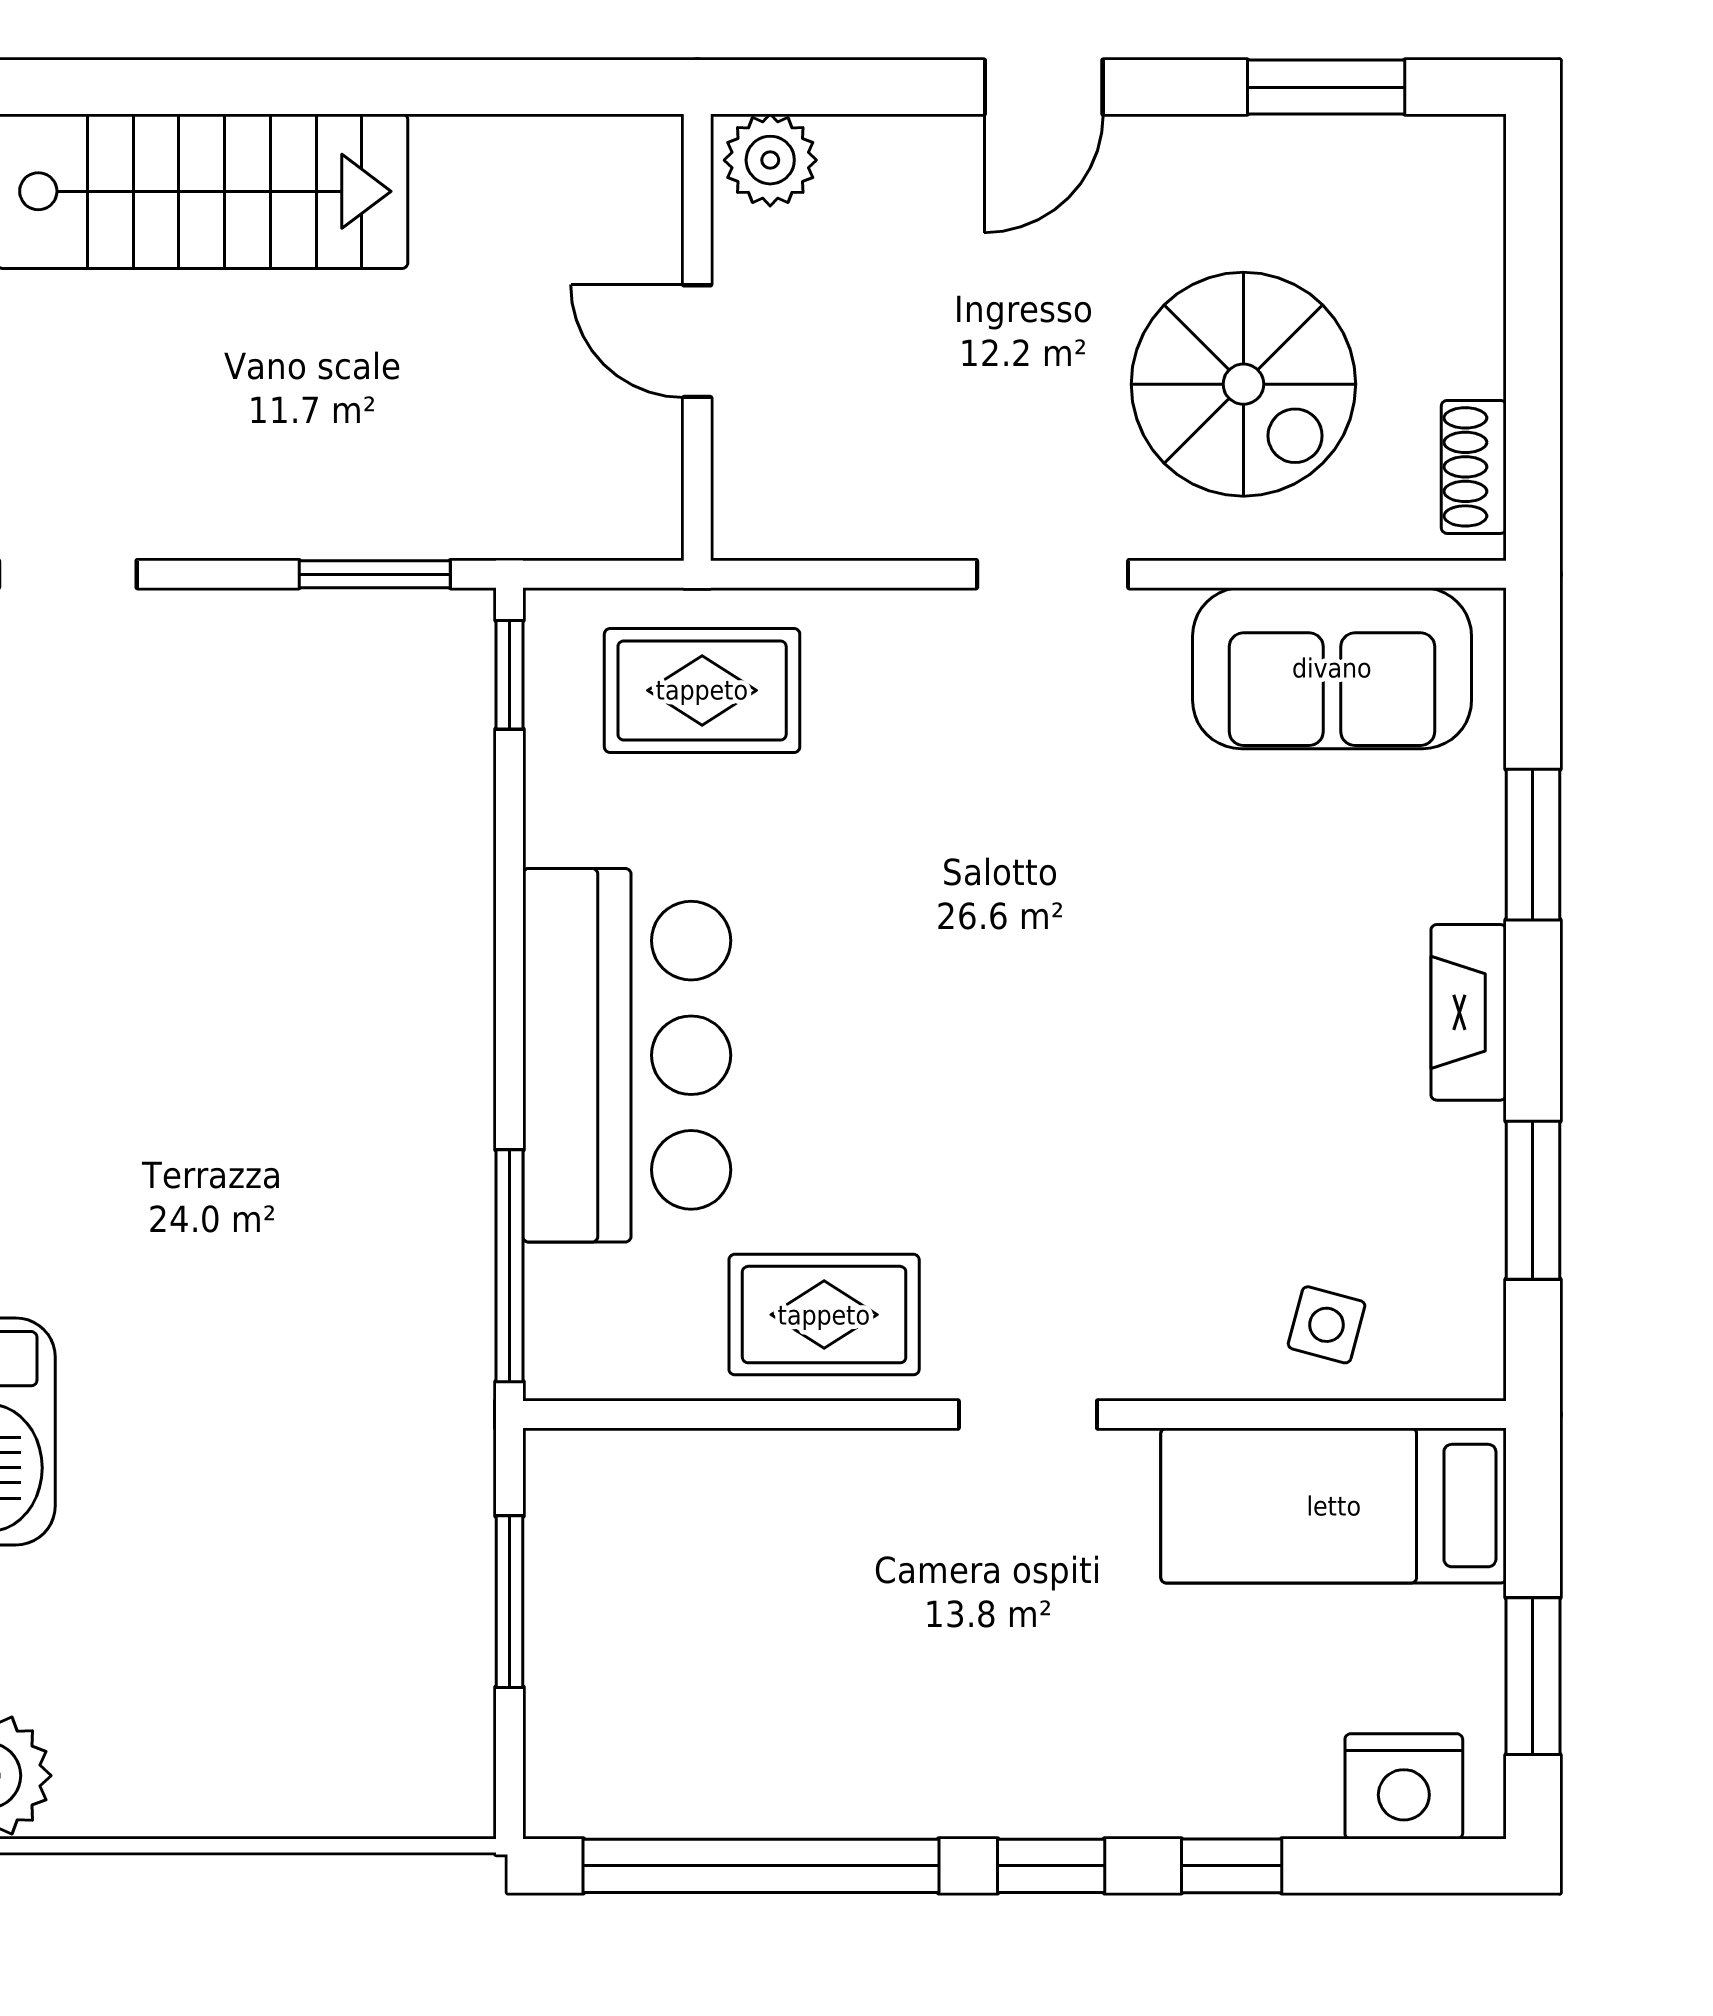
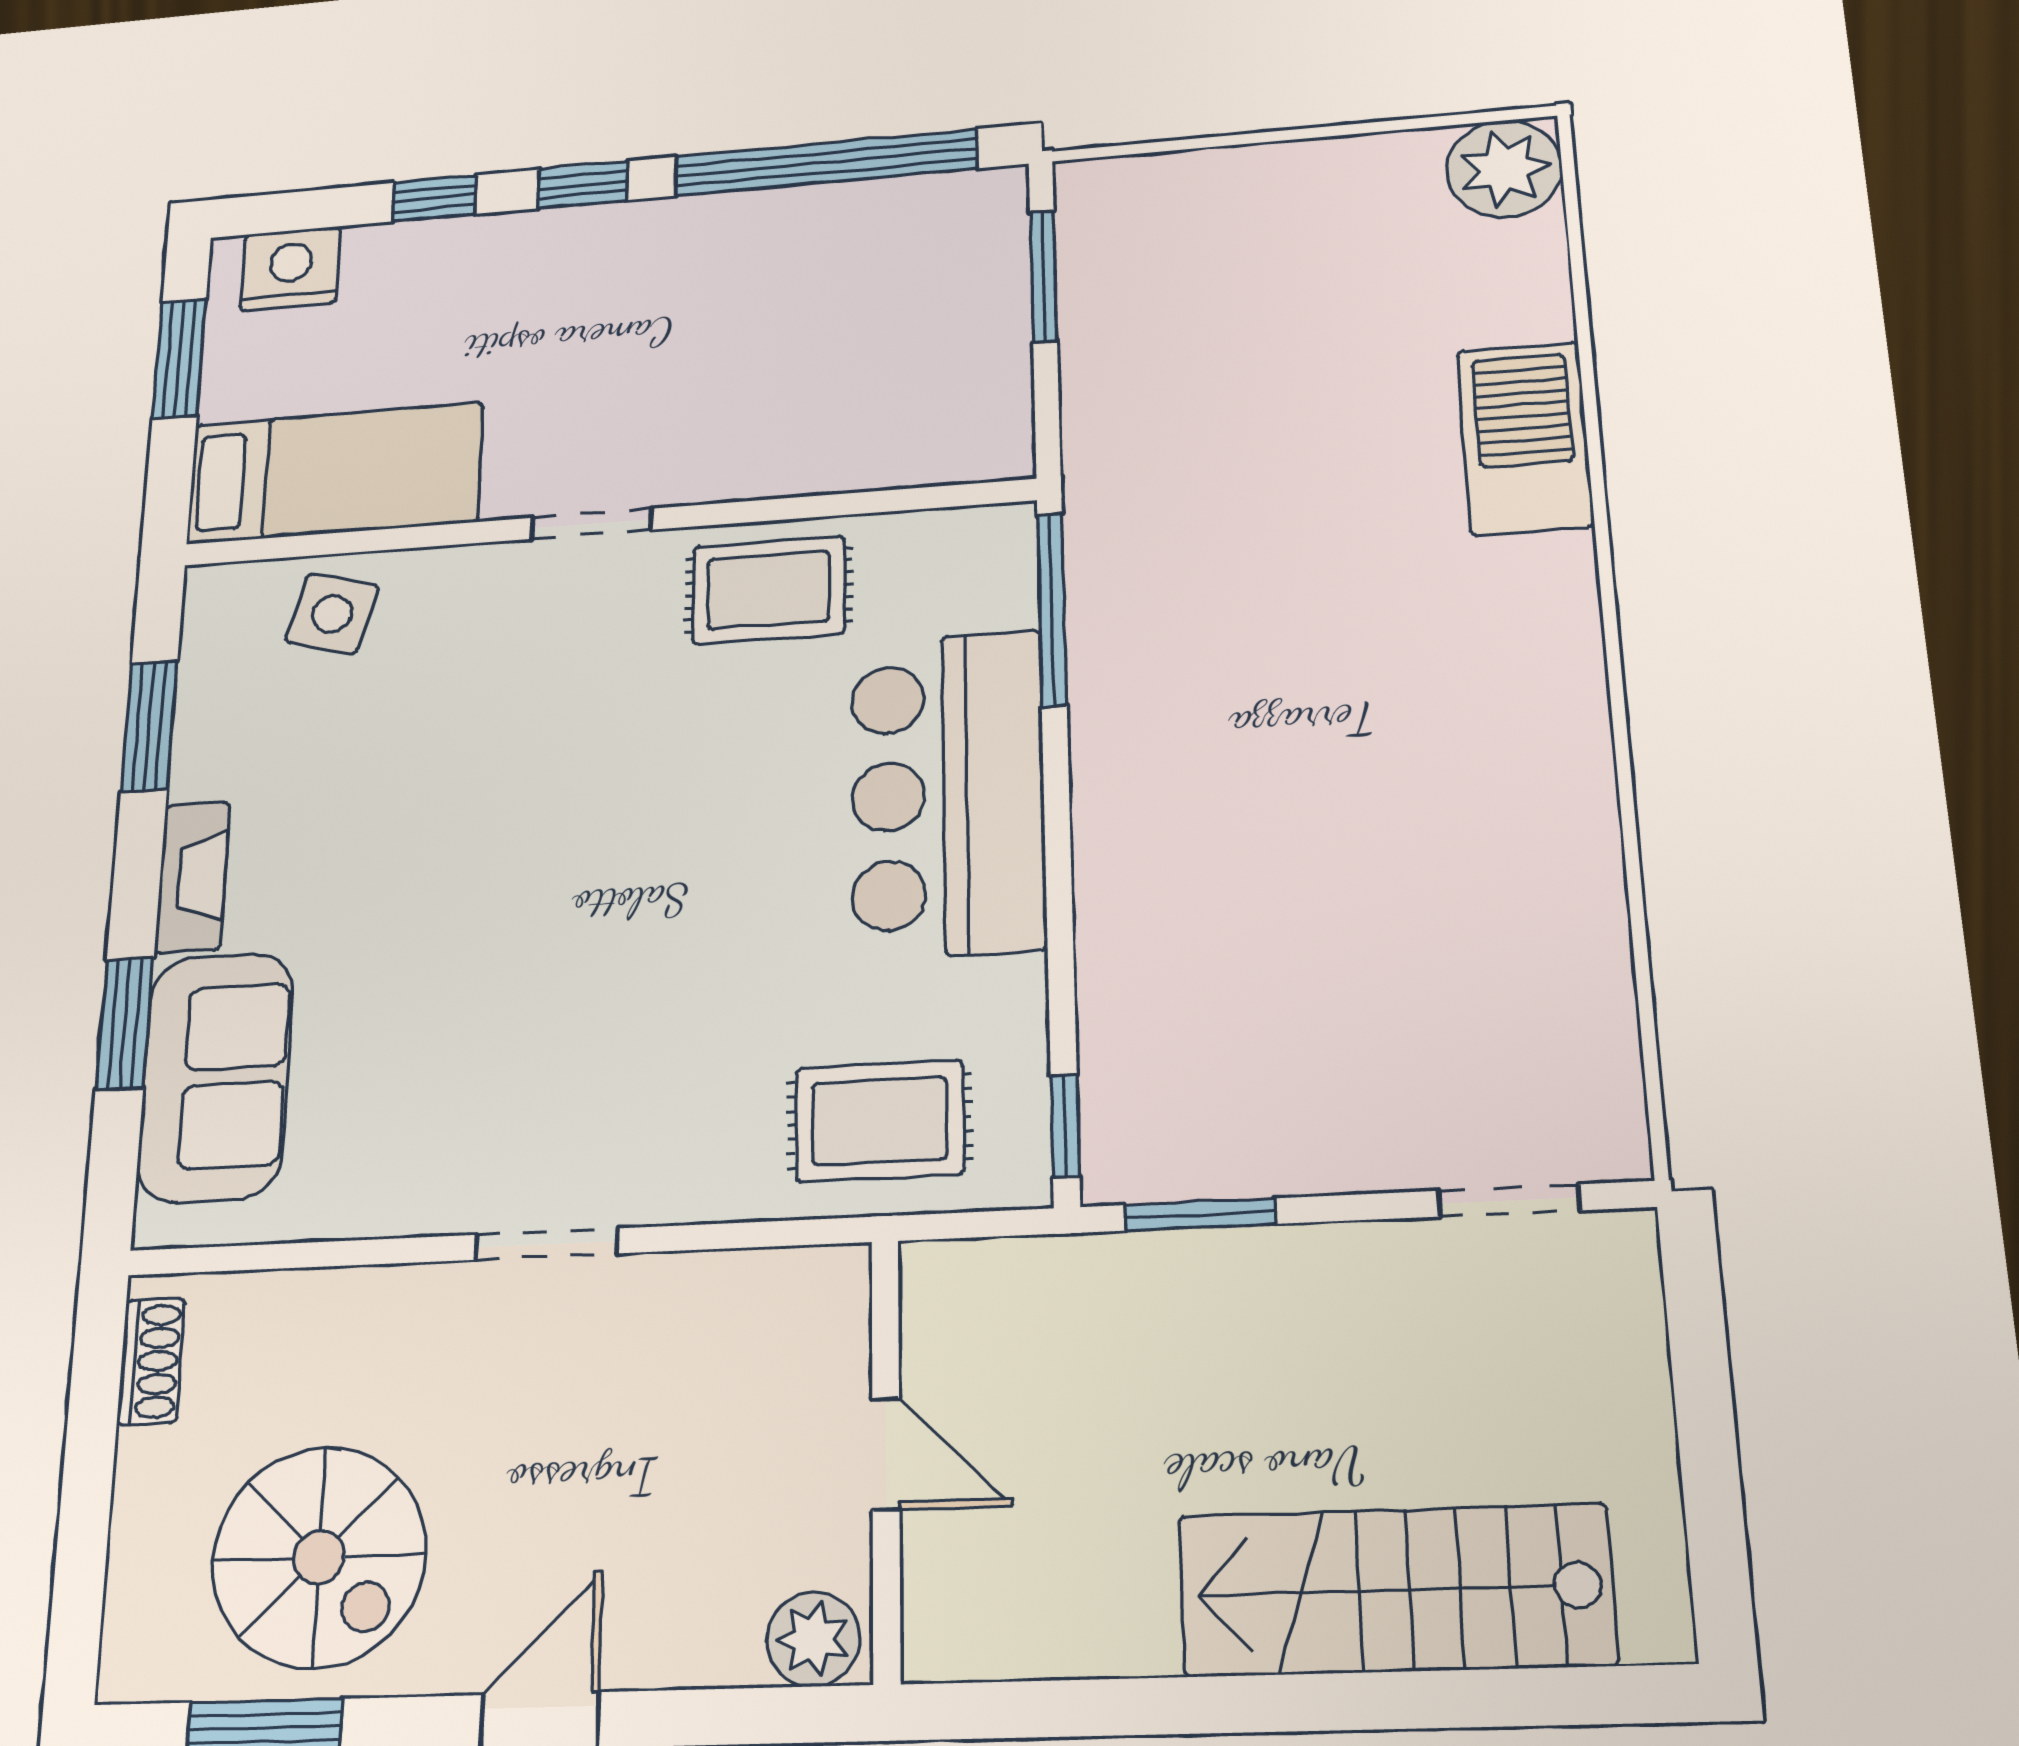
spiral stairs: (1243, 384) -> (319, 1557), moved, turned 180
sofa: (1332, 668) -> (215, 1077), moved, turned 90
side table: (1327, 1325) -> (332, 614), width x1.37, depth x1.37
window: (509, 1602) -> (1043, 276), moved

